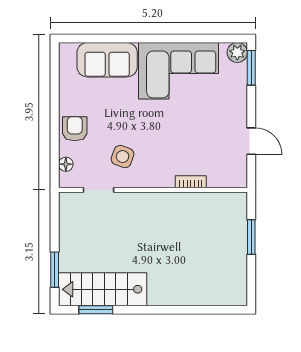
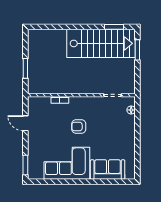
plant: (237, 52) -> (33, 174), removed
armchair: (75, 129) -> (79, 127), moved, turned 90
side table: (123, 157) -> (99, 114), removed
stairs: (103, 289) -> (101, 43), width x1.36, depth x1.51

